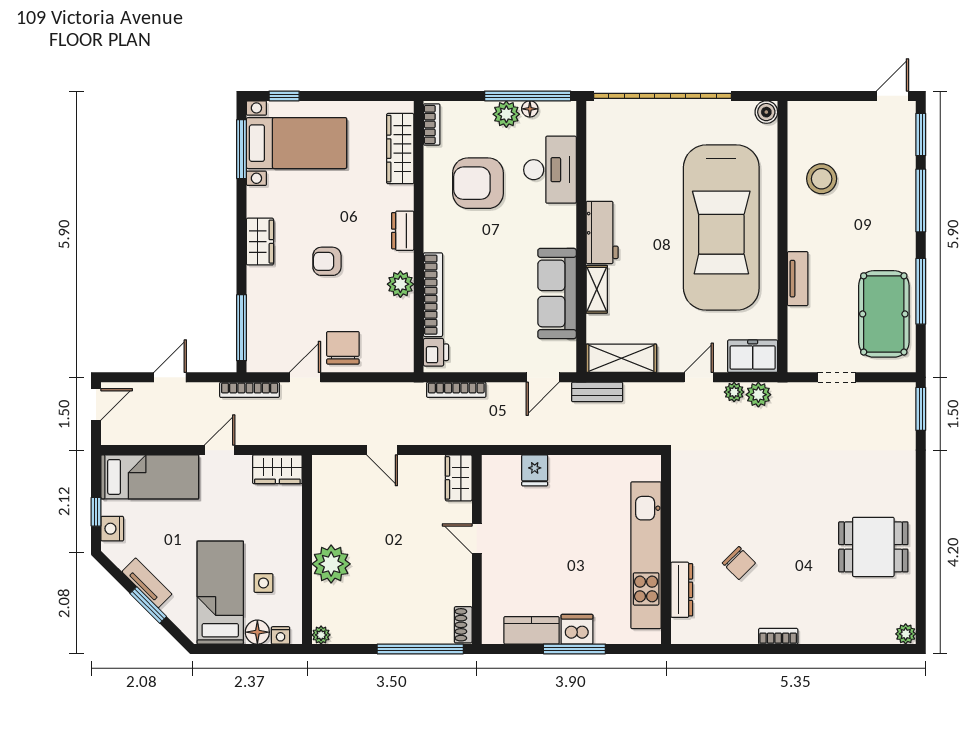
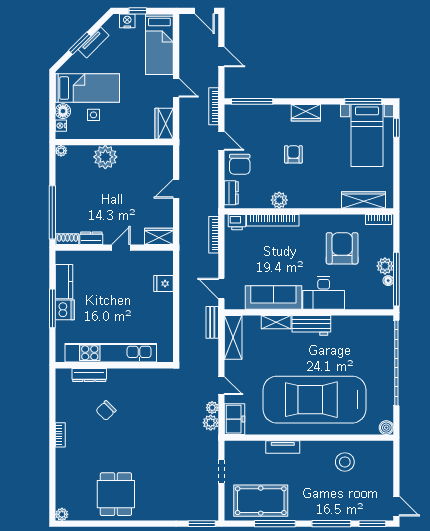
desk: (550, 170) -> (324, 293), moved
dresser: (403, 231) -> (231, 193), moved, turned 90
chair: (343, 348) -> (240, 164), turned 90
dresser: (462, 586) -> (91, 238), added

